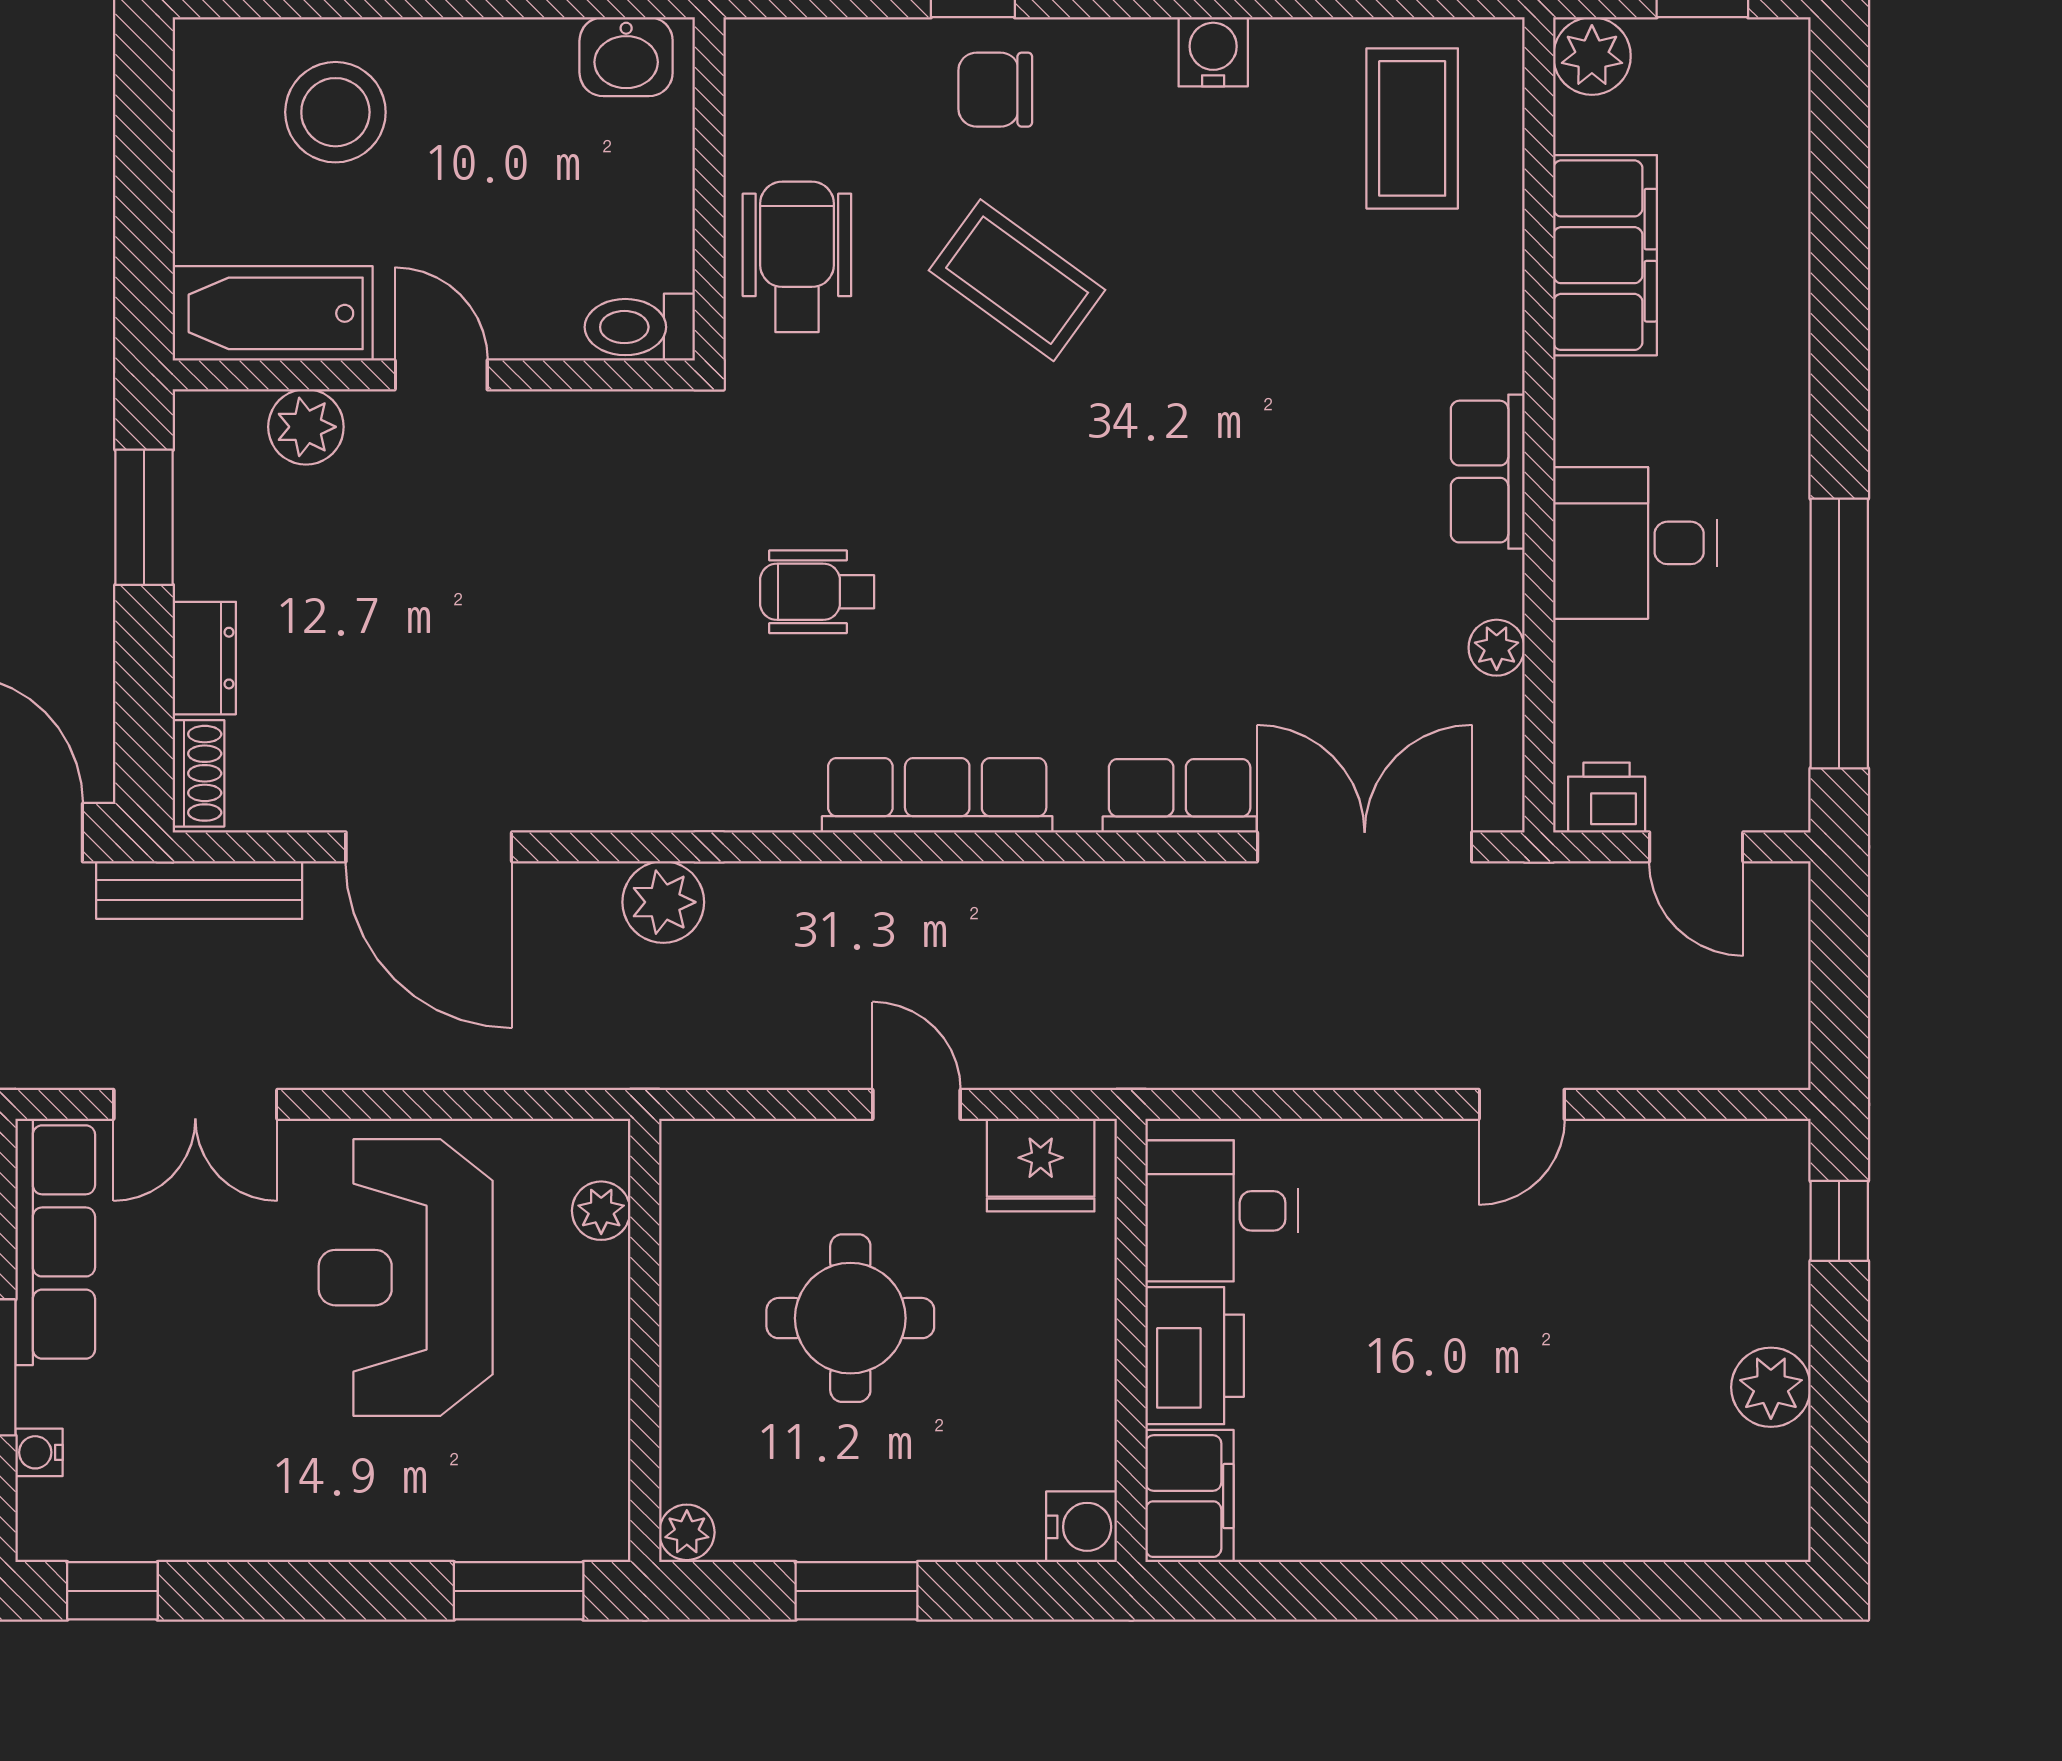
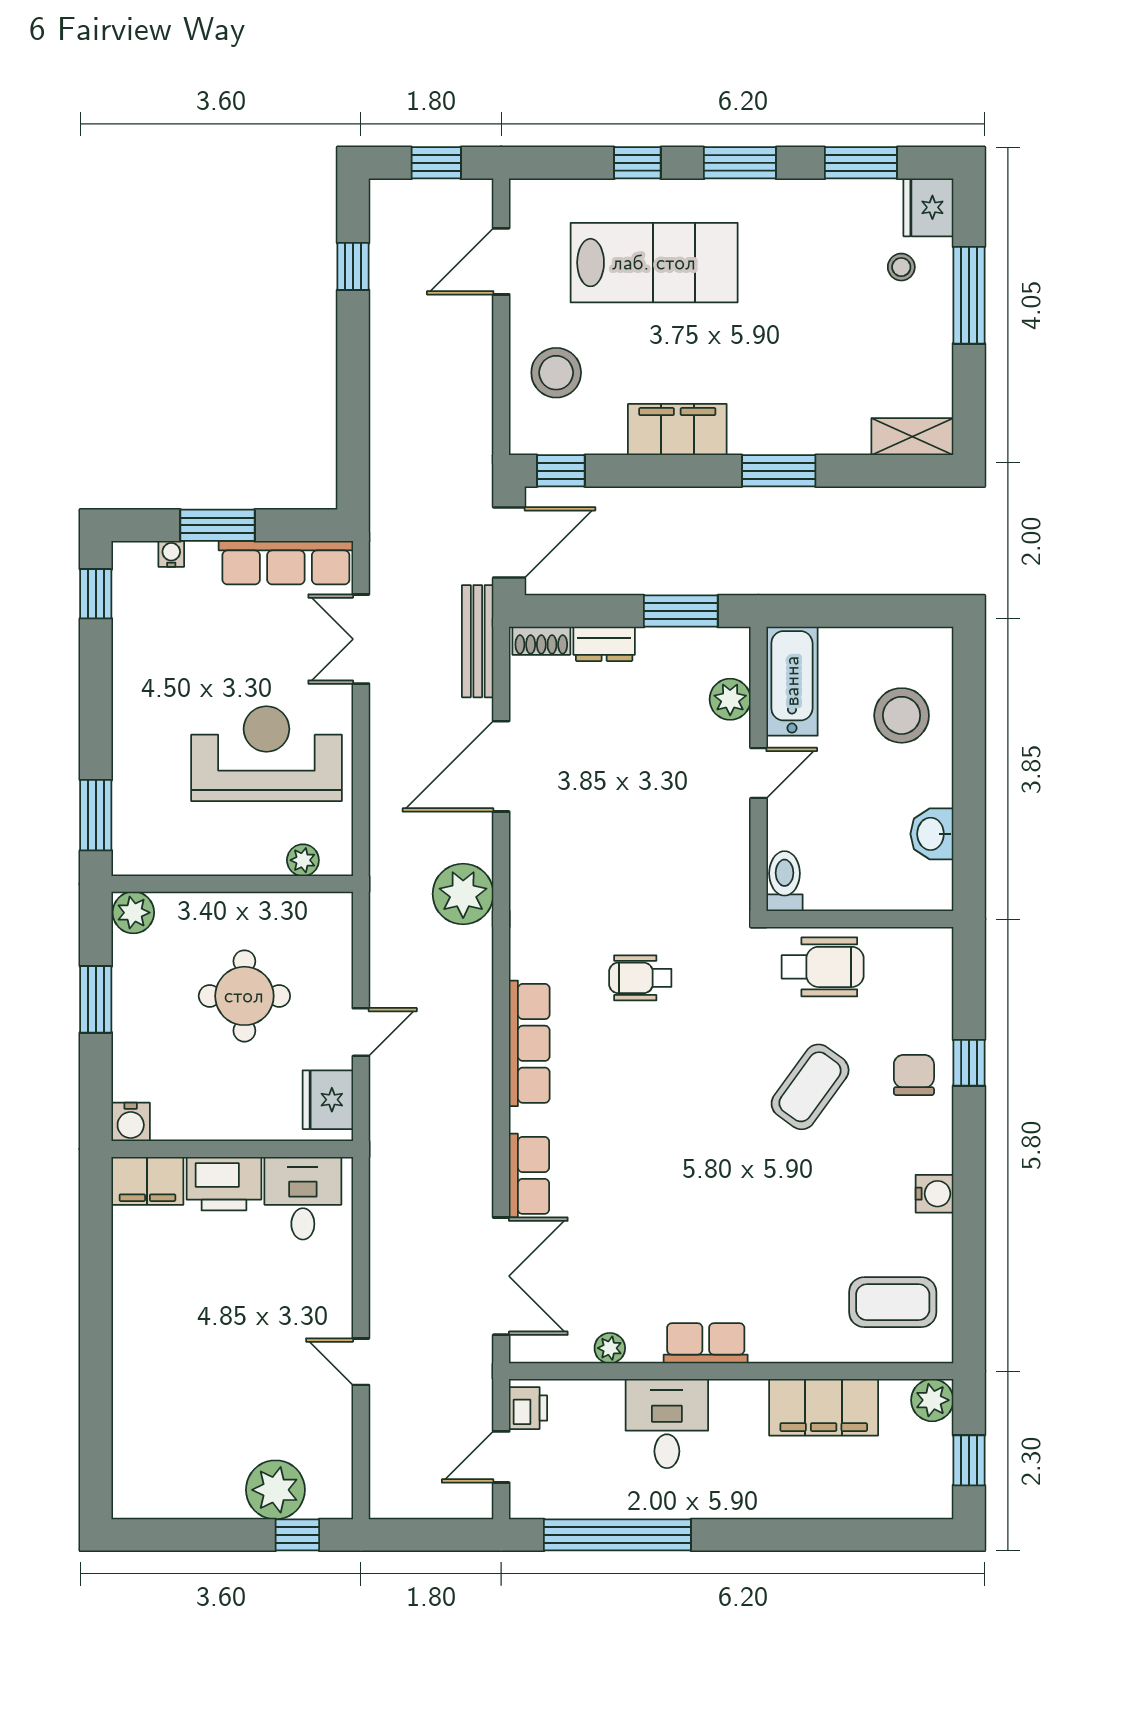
washbasin: (626, 57) -> (932, 834), moved
wheelchair: (817, 592) -> (640, 978), turned -90
plant: (663, 902) -> (463, 894), width x1.36, depth x1.36
plant: (1771, 1387) -> (275, 1490), moved, width x1.36, depth x1.36
plant: (687, 1532) -> (133, 913), width x1.38, depth x1.38

